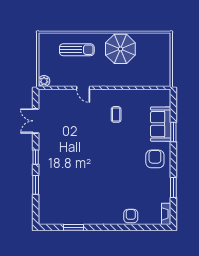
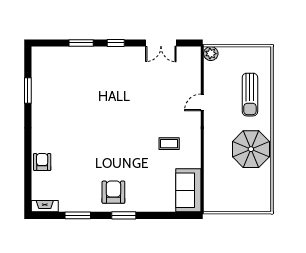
double door: (36, 121) -> (161, 43), swing flipped
sofa: (161, 124) -> (188, 190), moved, turned -90
window: (173, 132) -> (124, 215), moved
armchair: (155, 159) -> (113, 192), turned -90
armchair: (131, 216) -> (42, 162), turned -90

